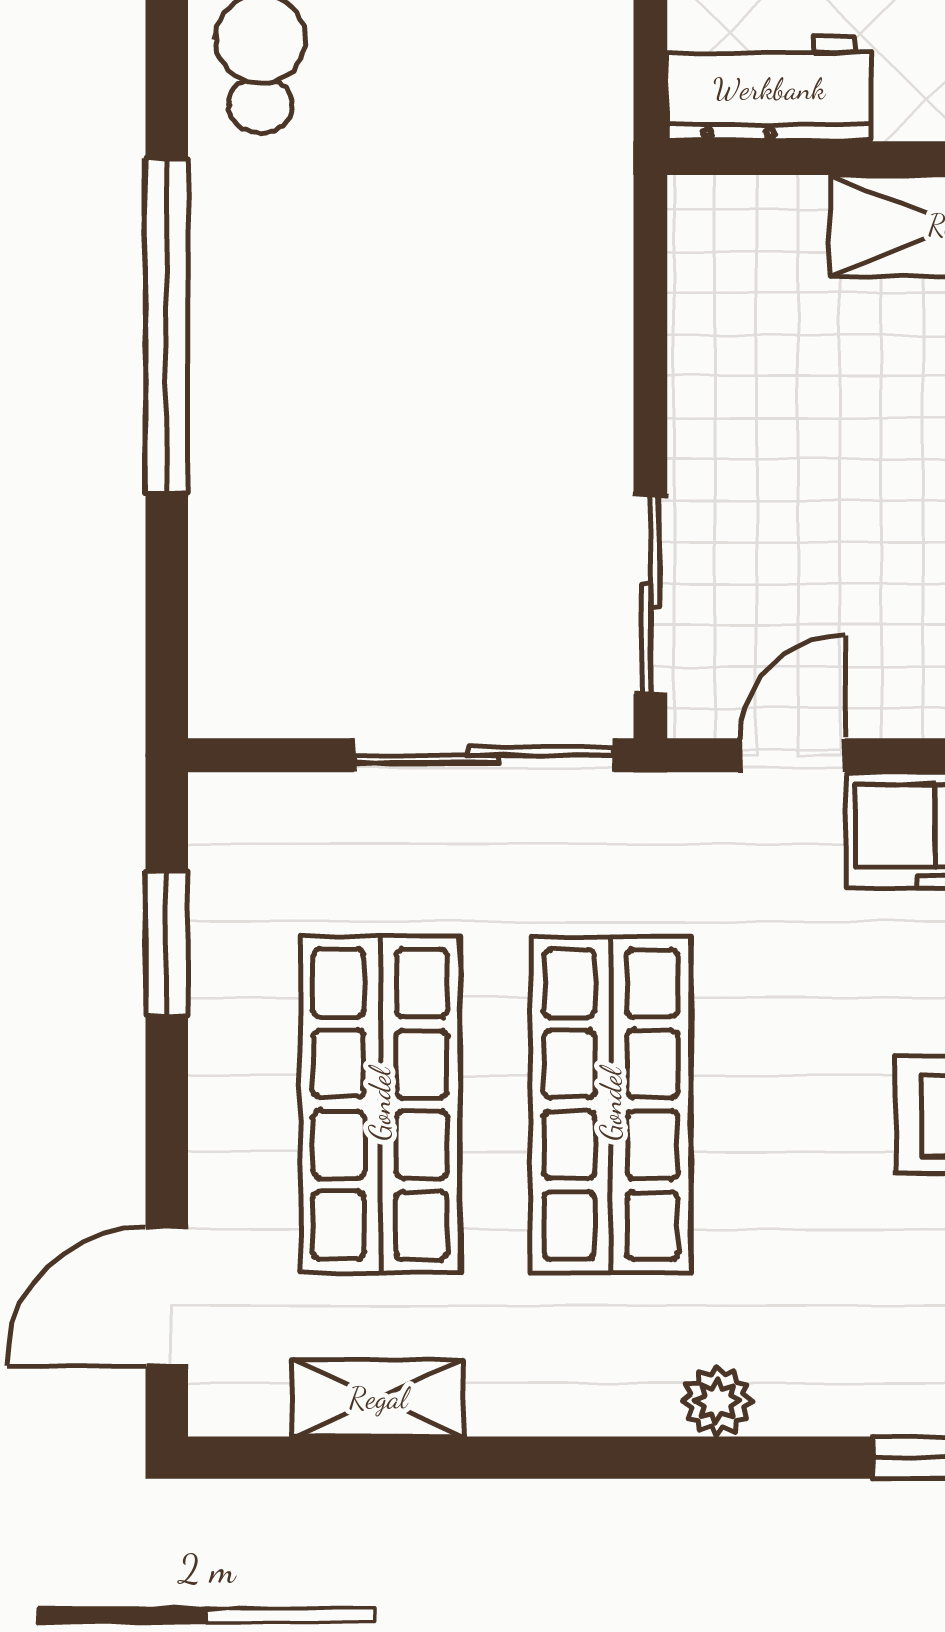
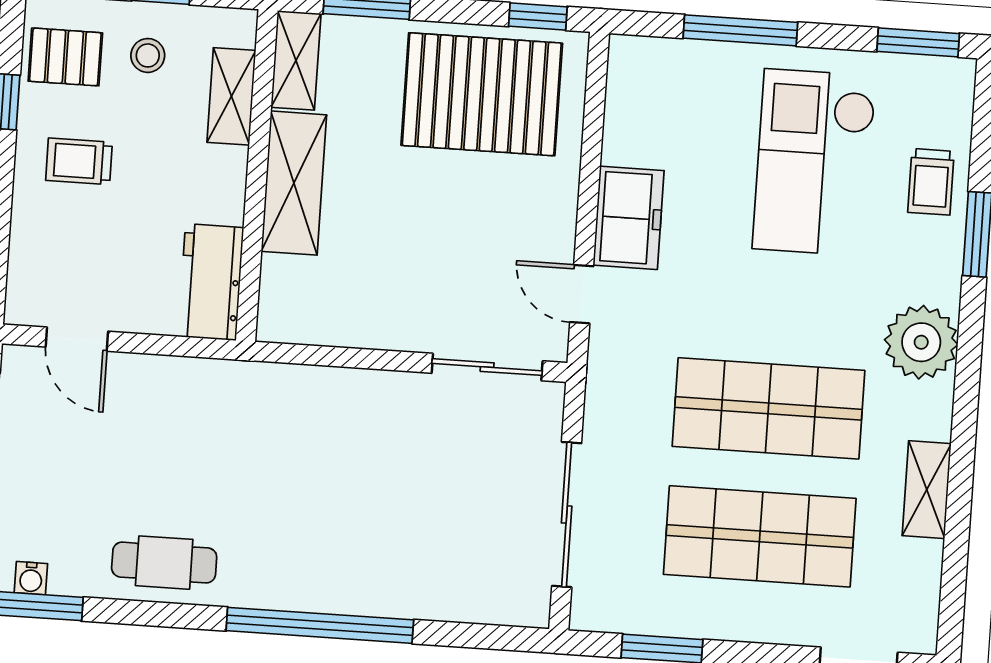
sliding door: (484, 755) -> (567, 515), moved
shelving: (378, 1398) -> (927, 490), moved
plant: (717, 1401) -> (921, 342), width x1.88, depth x1.88

